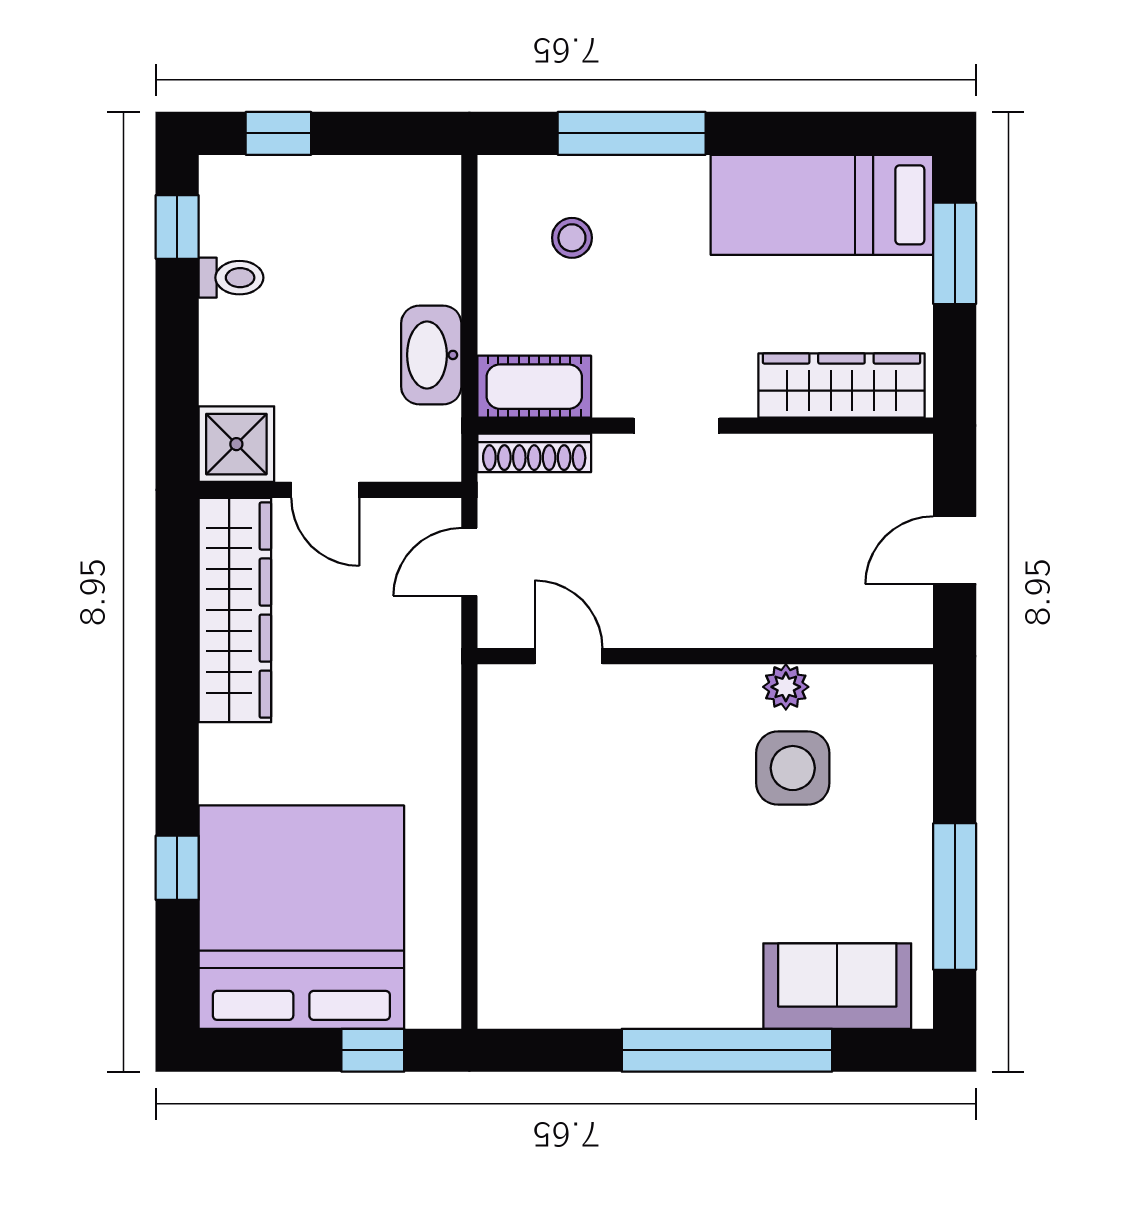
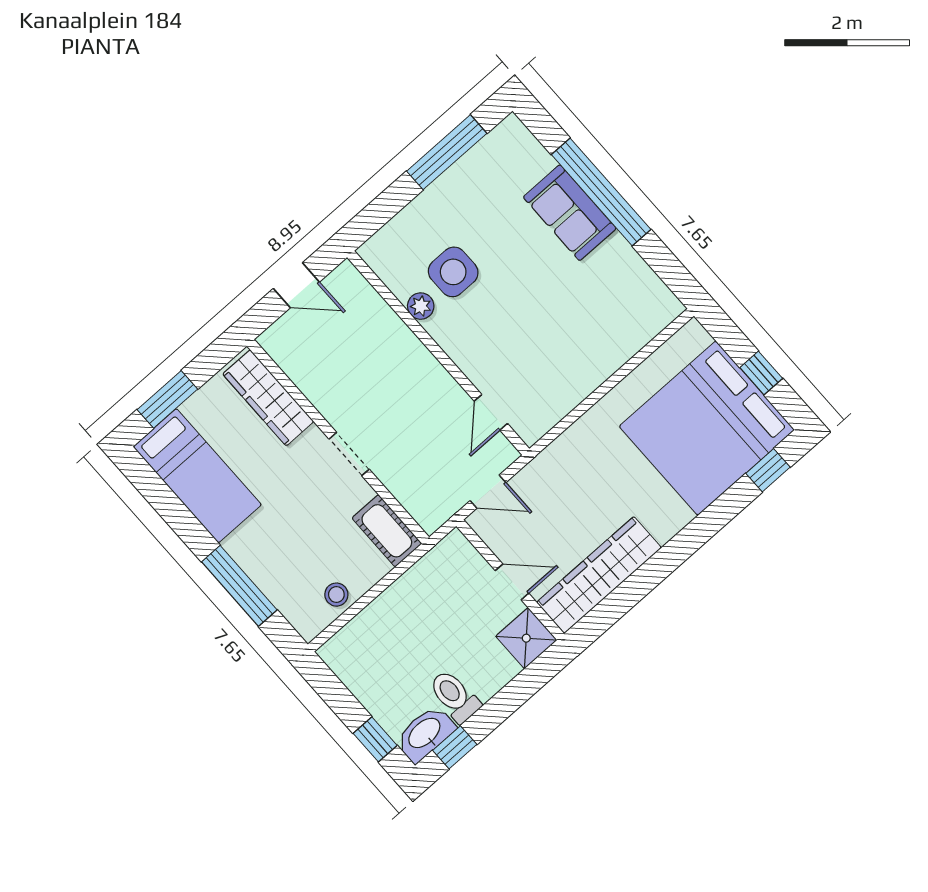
stool: (572, 238) -> (336, 595), moved
toilet: (231, 278) -> (454, 696), width x1.37, depth x1.39
washbasin: (431, 355) -> (425, 734), moved, turned 180
shoe rack: (534, 453) -> (416, 505), removed
door: (325, 490) -> (512, 582), hinge flipped
window: (177, 868) -> (768, 470), moved
sofa: (837, 986) -> (570, 213), moved
window: (373, 1050) -> (761, 373), moved

